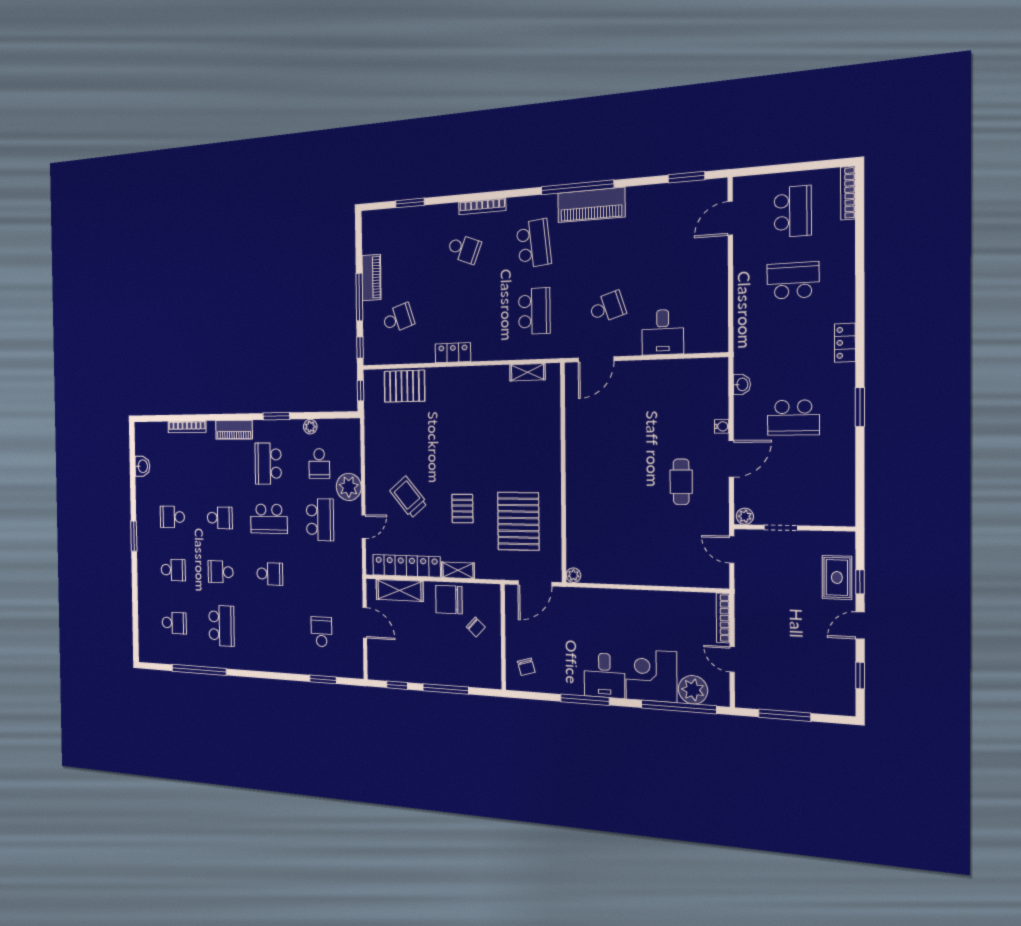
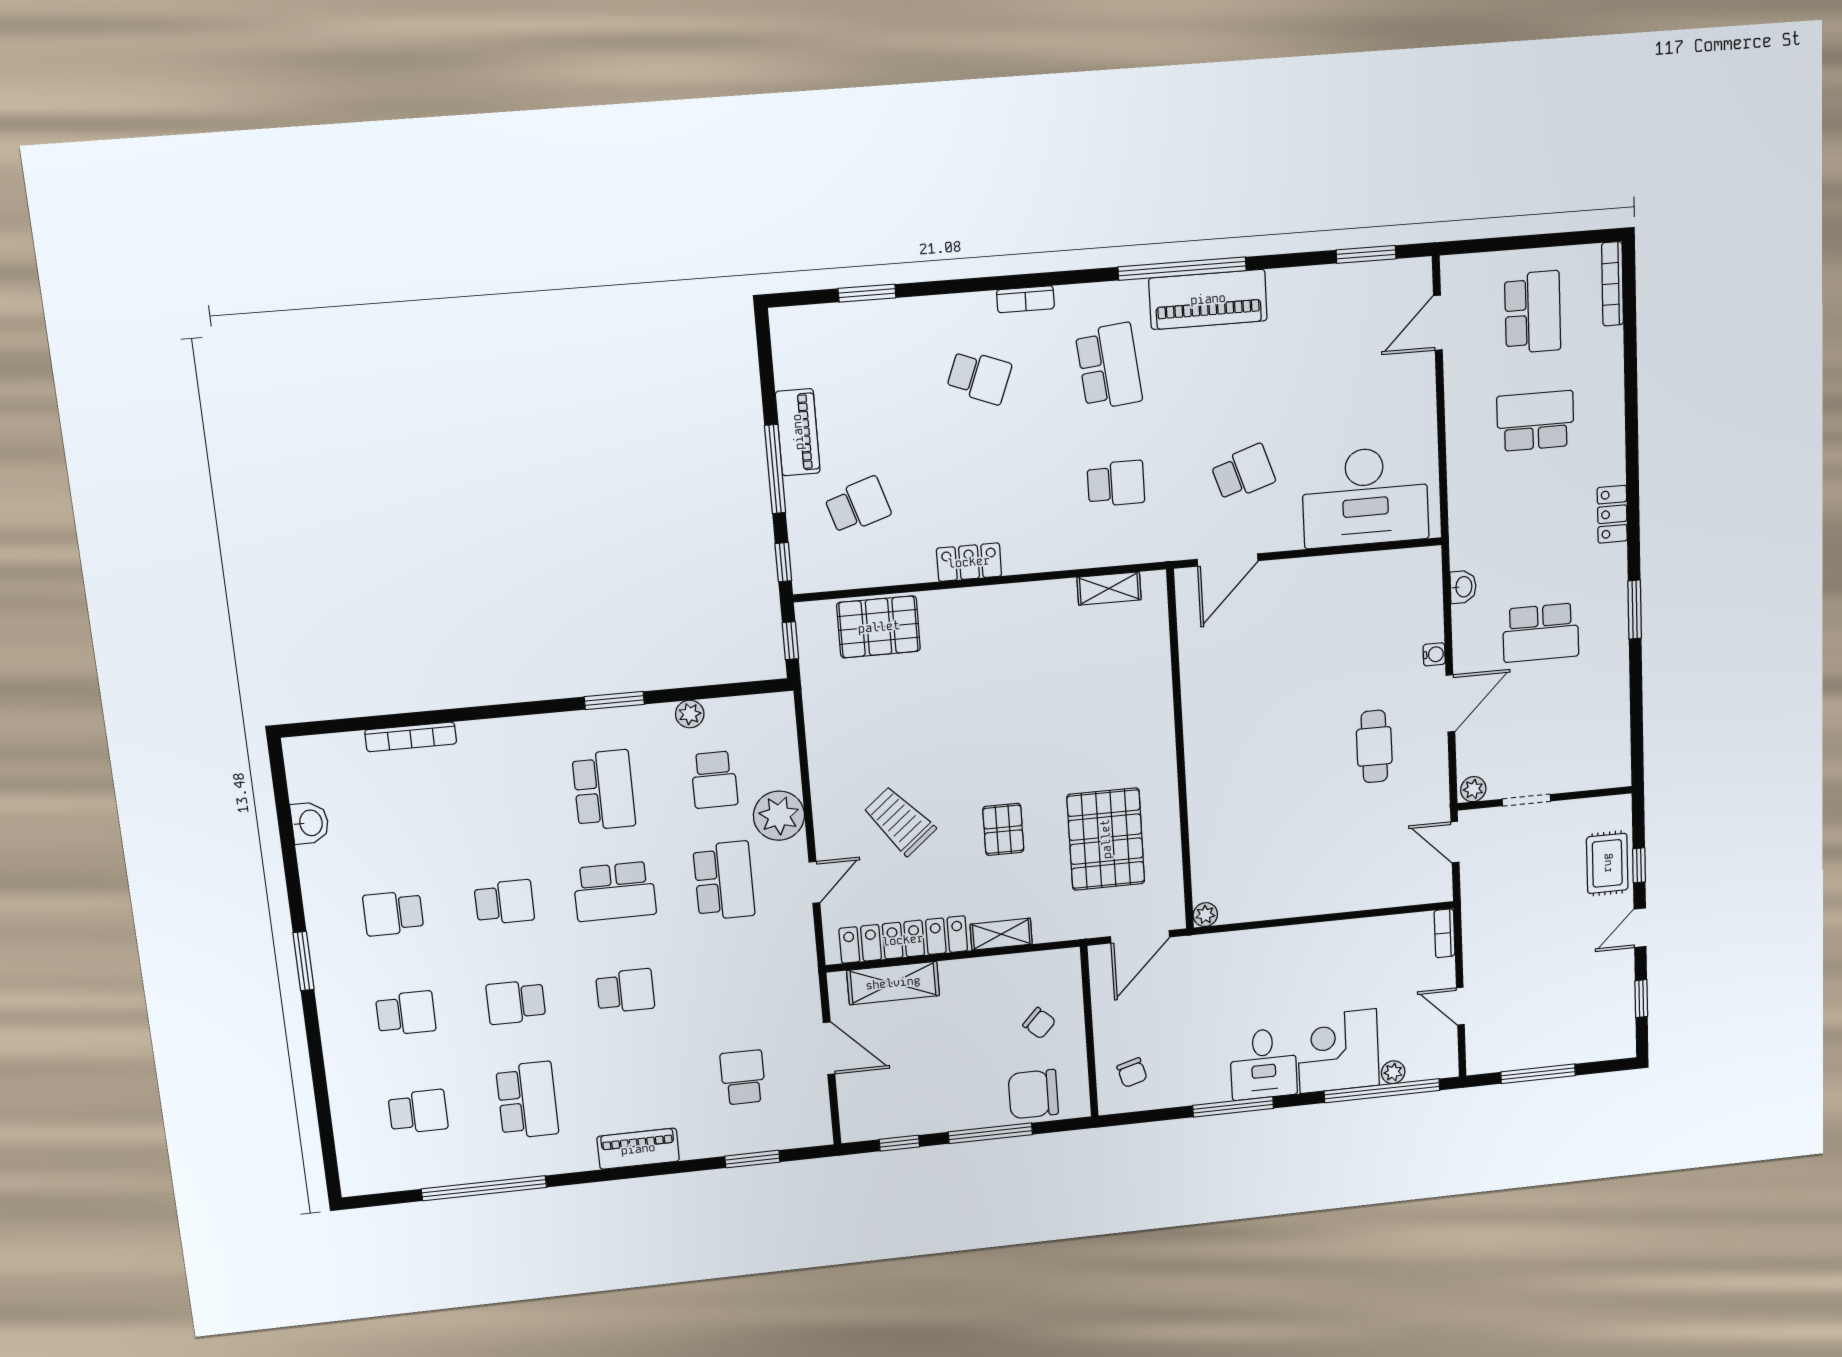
bookcase: (482, 206) -> (1025, 299), width x0.64
school desk: (534, 311) -> (1116, 483), width x0.54
desk: (663, 332) -> (1365, 497), width x1.87, depth x1.30
piano: (234, 430) -> (638, 1149), moved, turned 180
school desk: (268, 464) -> (604, 790), turned 180
chair: (449, 600) -> (1033, 1094), moved
bookcase: (723, 618) -> (1444, 933), width x0.64
plant: (693, 690) -> (1393, 1072), width x0.53, depth x0.53

